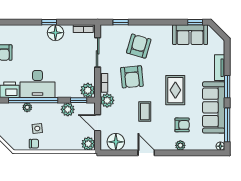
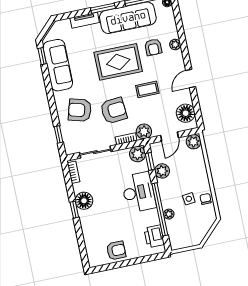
sofa: (190, 35) -> (58, 65), width x1.36
desk: (38, 84) -> (139, 192), moved
rug: (175, 90) -> (118, 62), width x1.36, depth x1.43
armchair: (182, 125) -> (153, 47), turned 180

